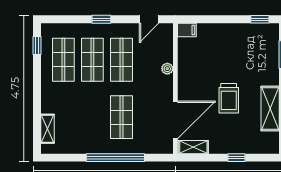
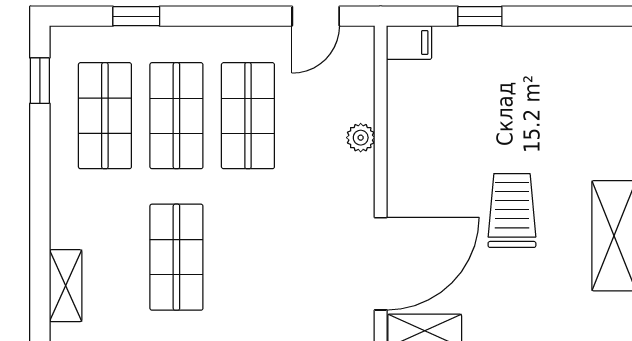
window: (101, 19) -> (136, 16), moved
window: (260, 19) -> (480, 16), moved
trolley: (229, 98) -> (512, 210), turned 180
shop shelf: (121, 117) -> (176, 257), moved

